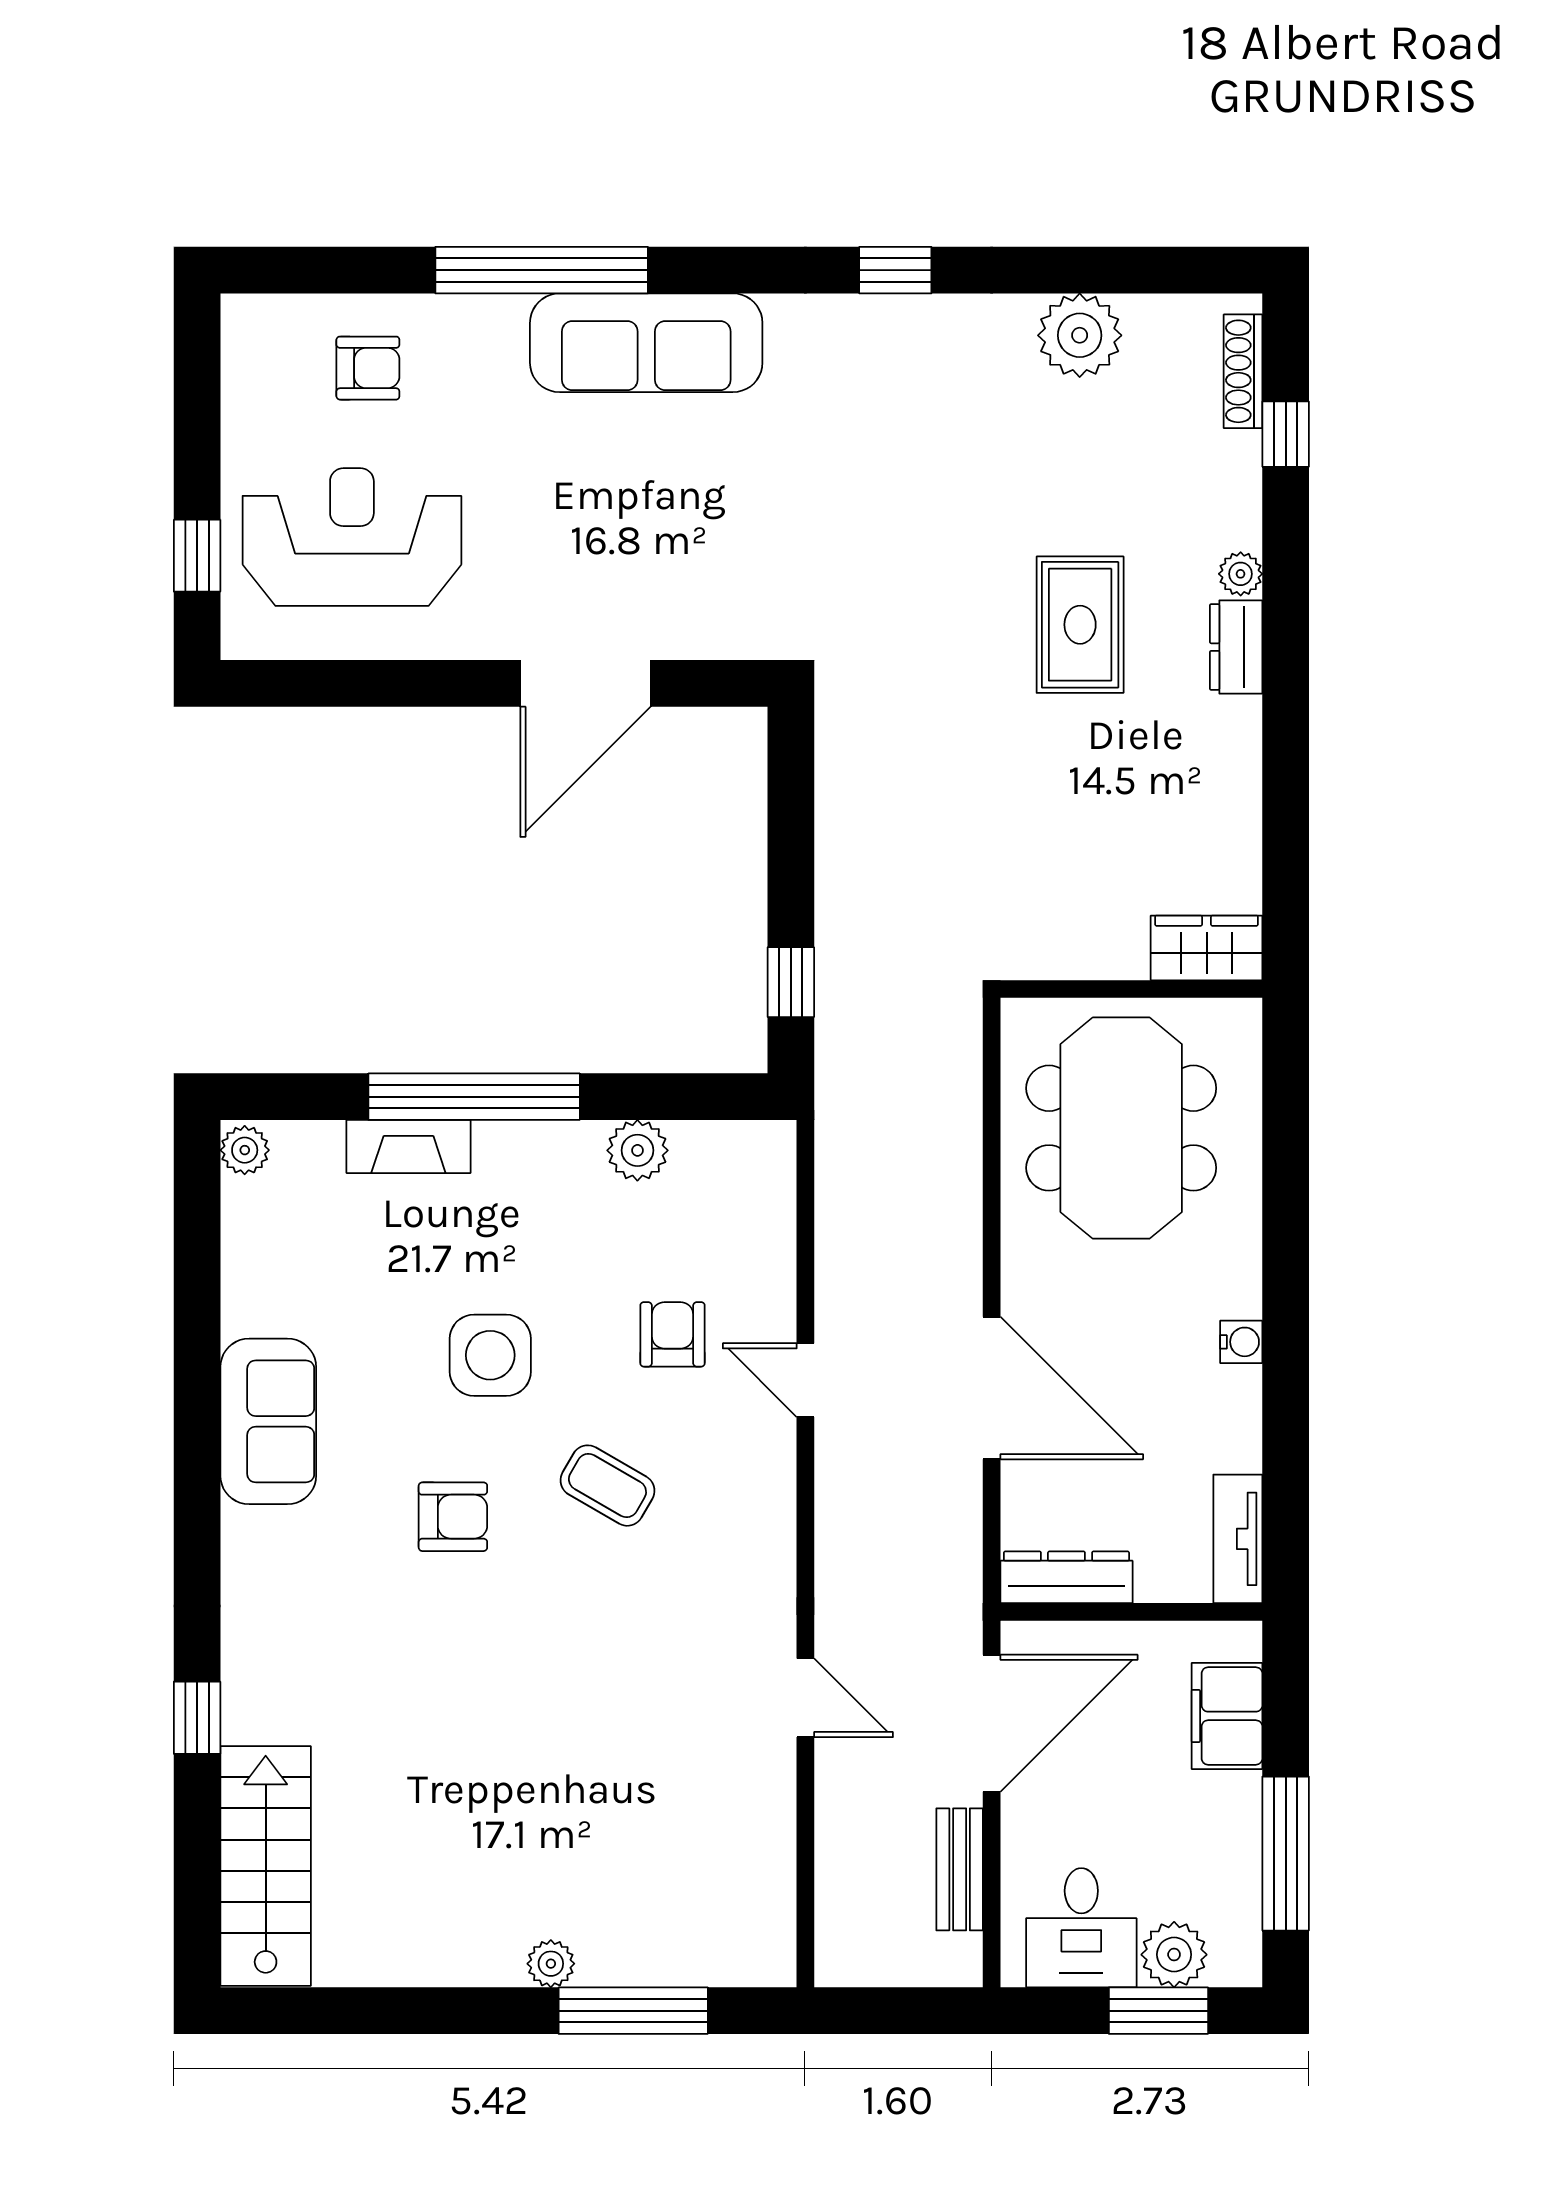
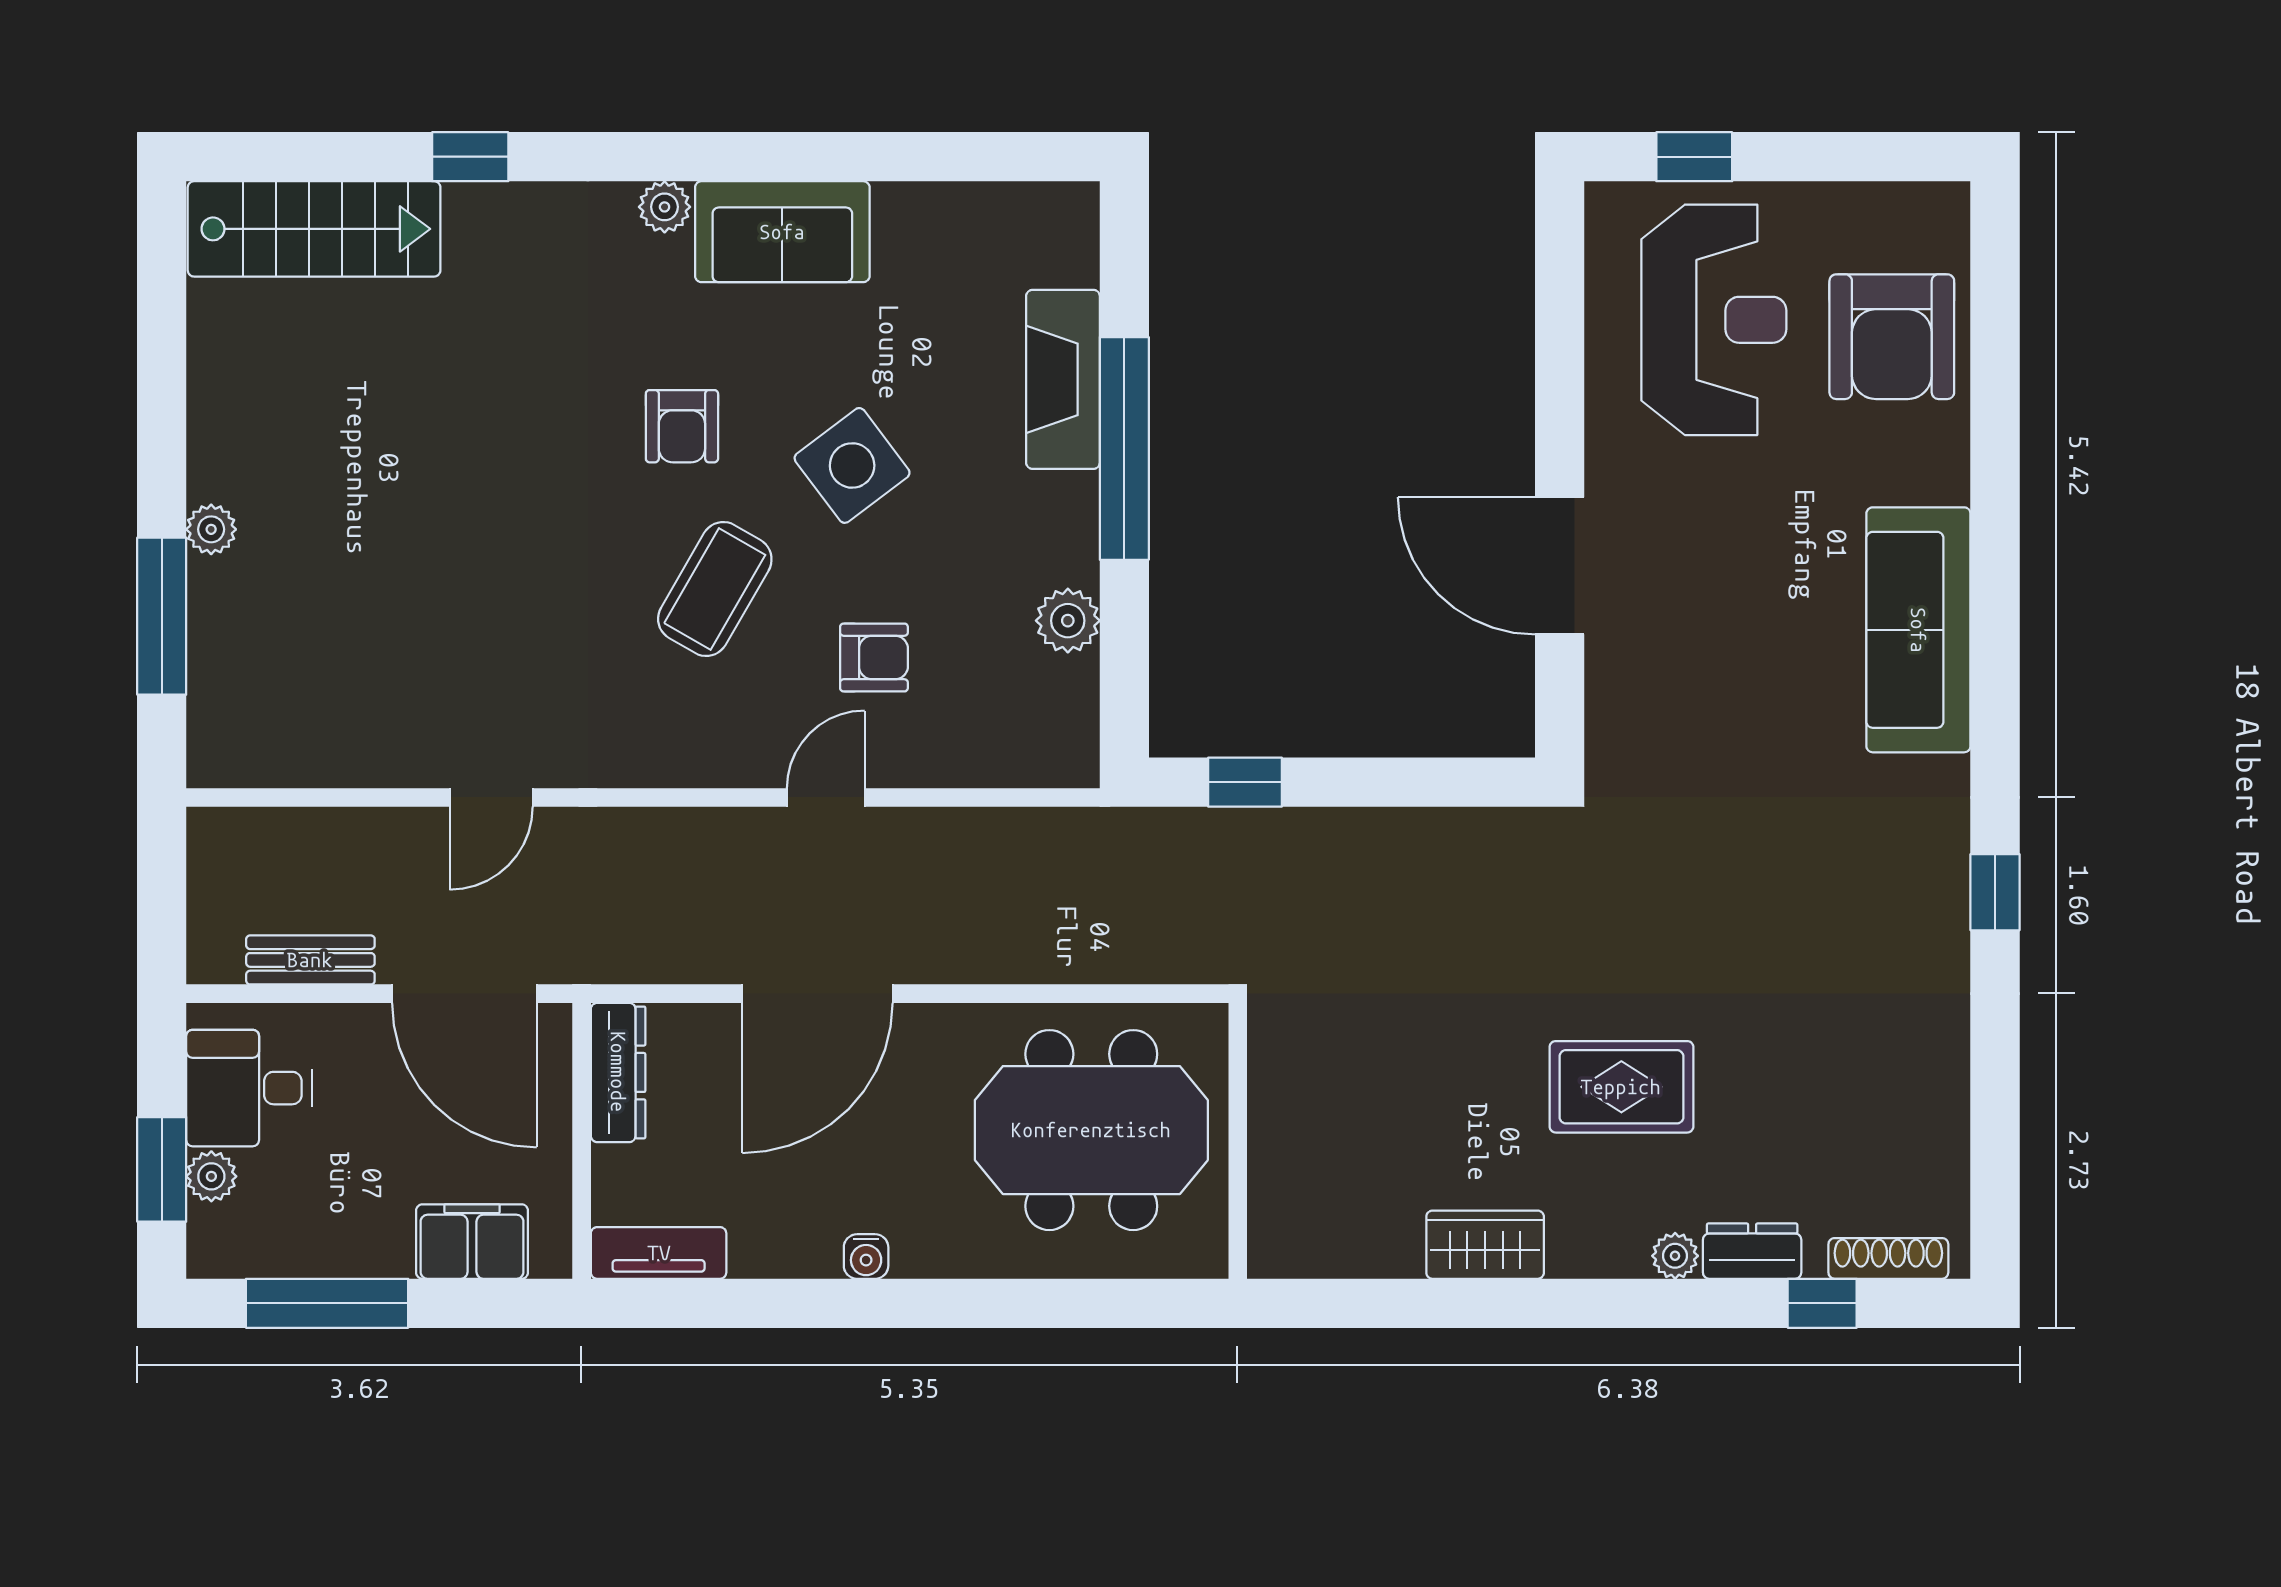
window: (542, 270) -> (1995, 520), removed
plant: (1080, 335) -> (1926, 1086), removed
armchair: (368, 368) -> (1892, 337), width x1.88, depth x1.88
dresser: (1236, 647) -> (1752, 1251), moved
wardrobe: (1207, 948) -> (1485, 1245), moved, turned -90
fireplace: (408, 1146) -> (1063, 379), width x1.37, depth x1.32
plant: (245, 1150) -> (665, 207), moved
side table: (490, 1355) -> (852, 465), turned -37
coffee table: (607, 1486) -> (715, 589), width x1.36, depth x1.30
plant: (1174, 1955) -> (211, 1176), width x0.73, depth x0.73

